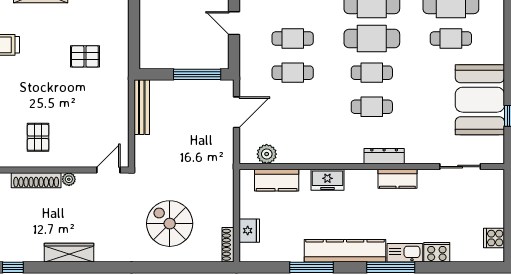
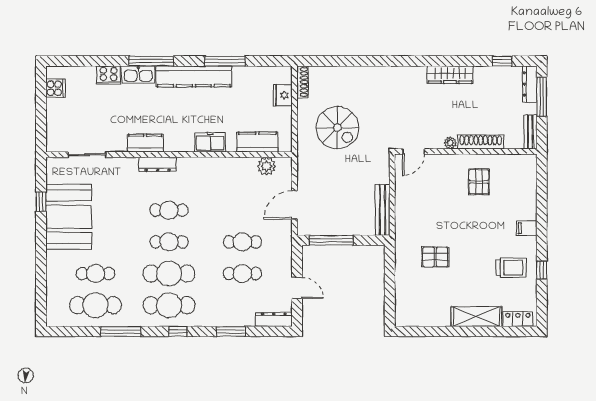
spiral stairs: (170, 224) -> (337, 128), moved

